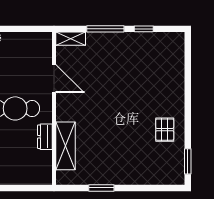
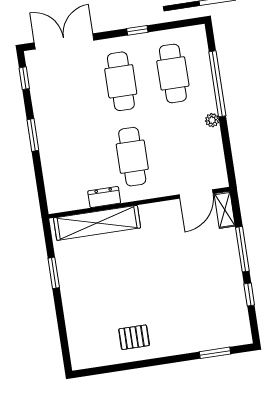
door: (54, 79) -> (196, 194), moved
shelving: (65, 146) -> (97, 223), width x1.47
window: (188, 161) -> (215, 353), moved

